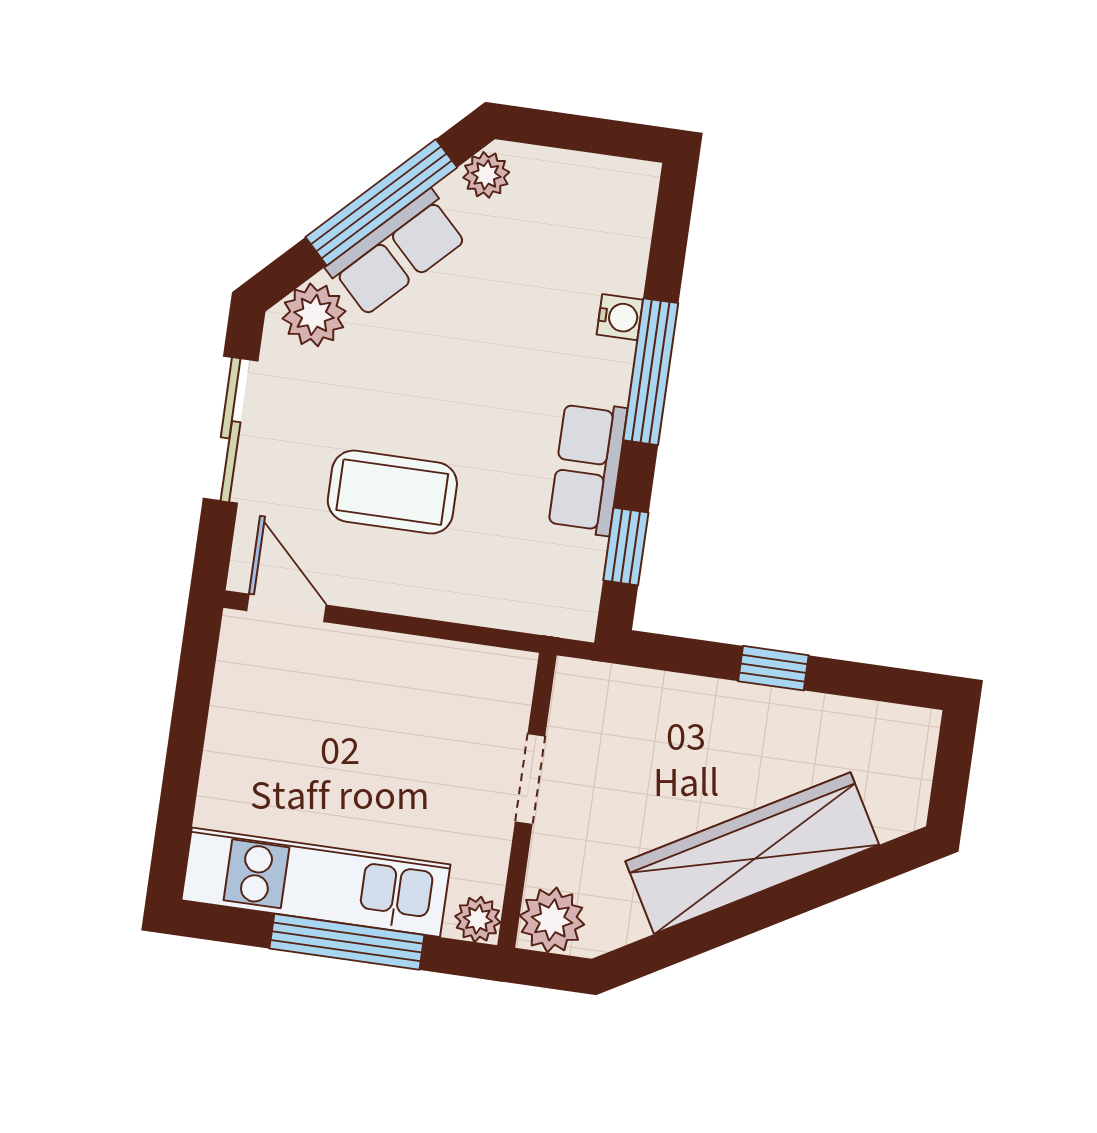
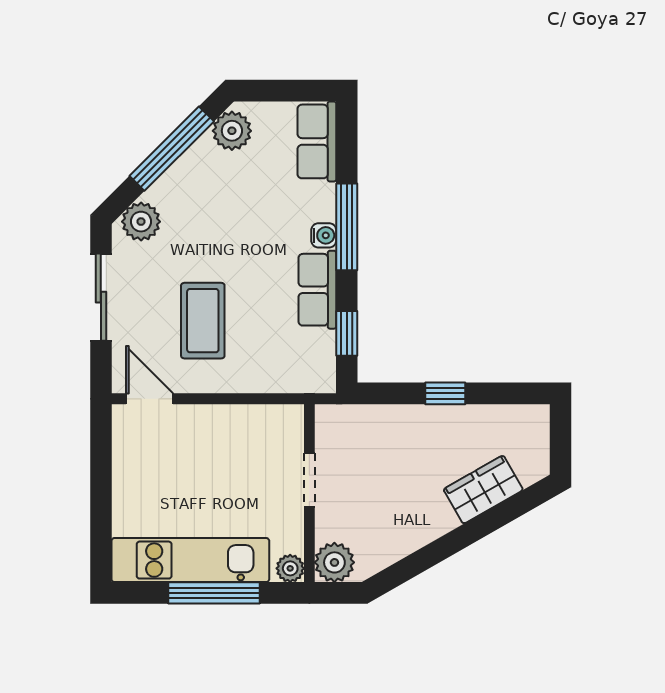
plant: (486, 175) -> (232, 131), width x1.38, depth x1.38
row of seats: (397, 253) -> (317, 141), moved, turned 135
water cooler: (620, 317) -> (324, 235), moved
coffee table: (392, 492) -> (203, 321), turned 90
wardrobe: (752, 853) -> (483, 490), width x0.48, depth x0.85

